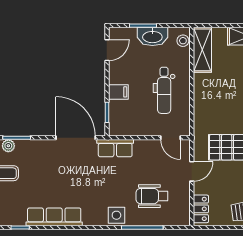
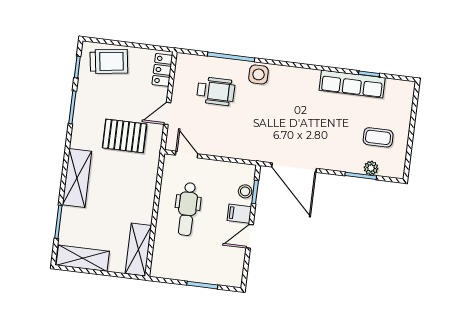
washbasin: (152, 36) -> (193, 271), removed
stool: (183, 41) -> (245, 191), moved
door: (107, 50) -> (250, 236), moved
dental chair: (164, 90) -> (187, 209), turned 180
row of seats: (115, 148) -> (251, 150), removed
row of seats: (54, 217) -> (352, 84), moved

